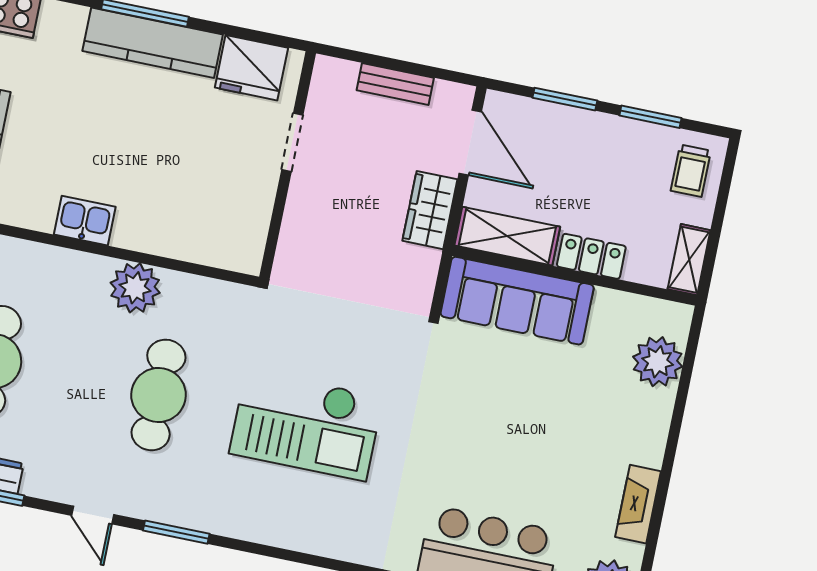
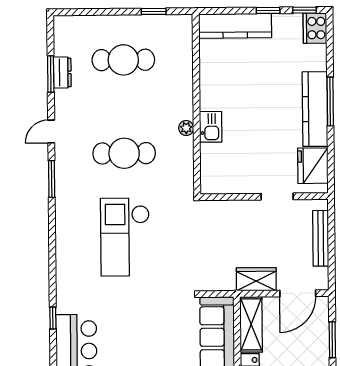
bench: (395, 84) -> (321, 238), width x1.36
kitchen sink: (85, 221) -> (211, 127), moved
plant: (135, 288) -> (186, 128), width x0.53, depth x0.53

